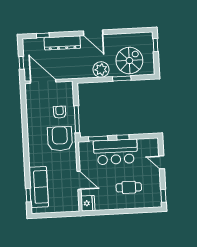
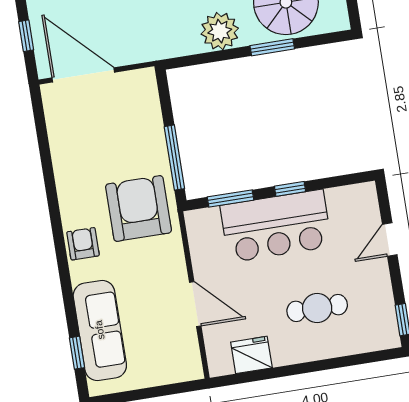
armchair: (60, 112) -> (83, 244), moved
door: (162, 162) -> (390, 239), hinge flipped
fridge: (88, 203) -> (251, 355), moved, turned -90

